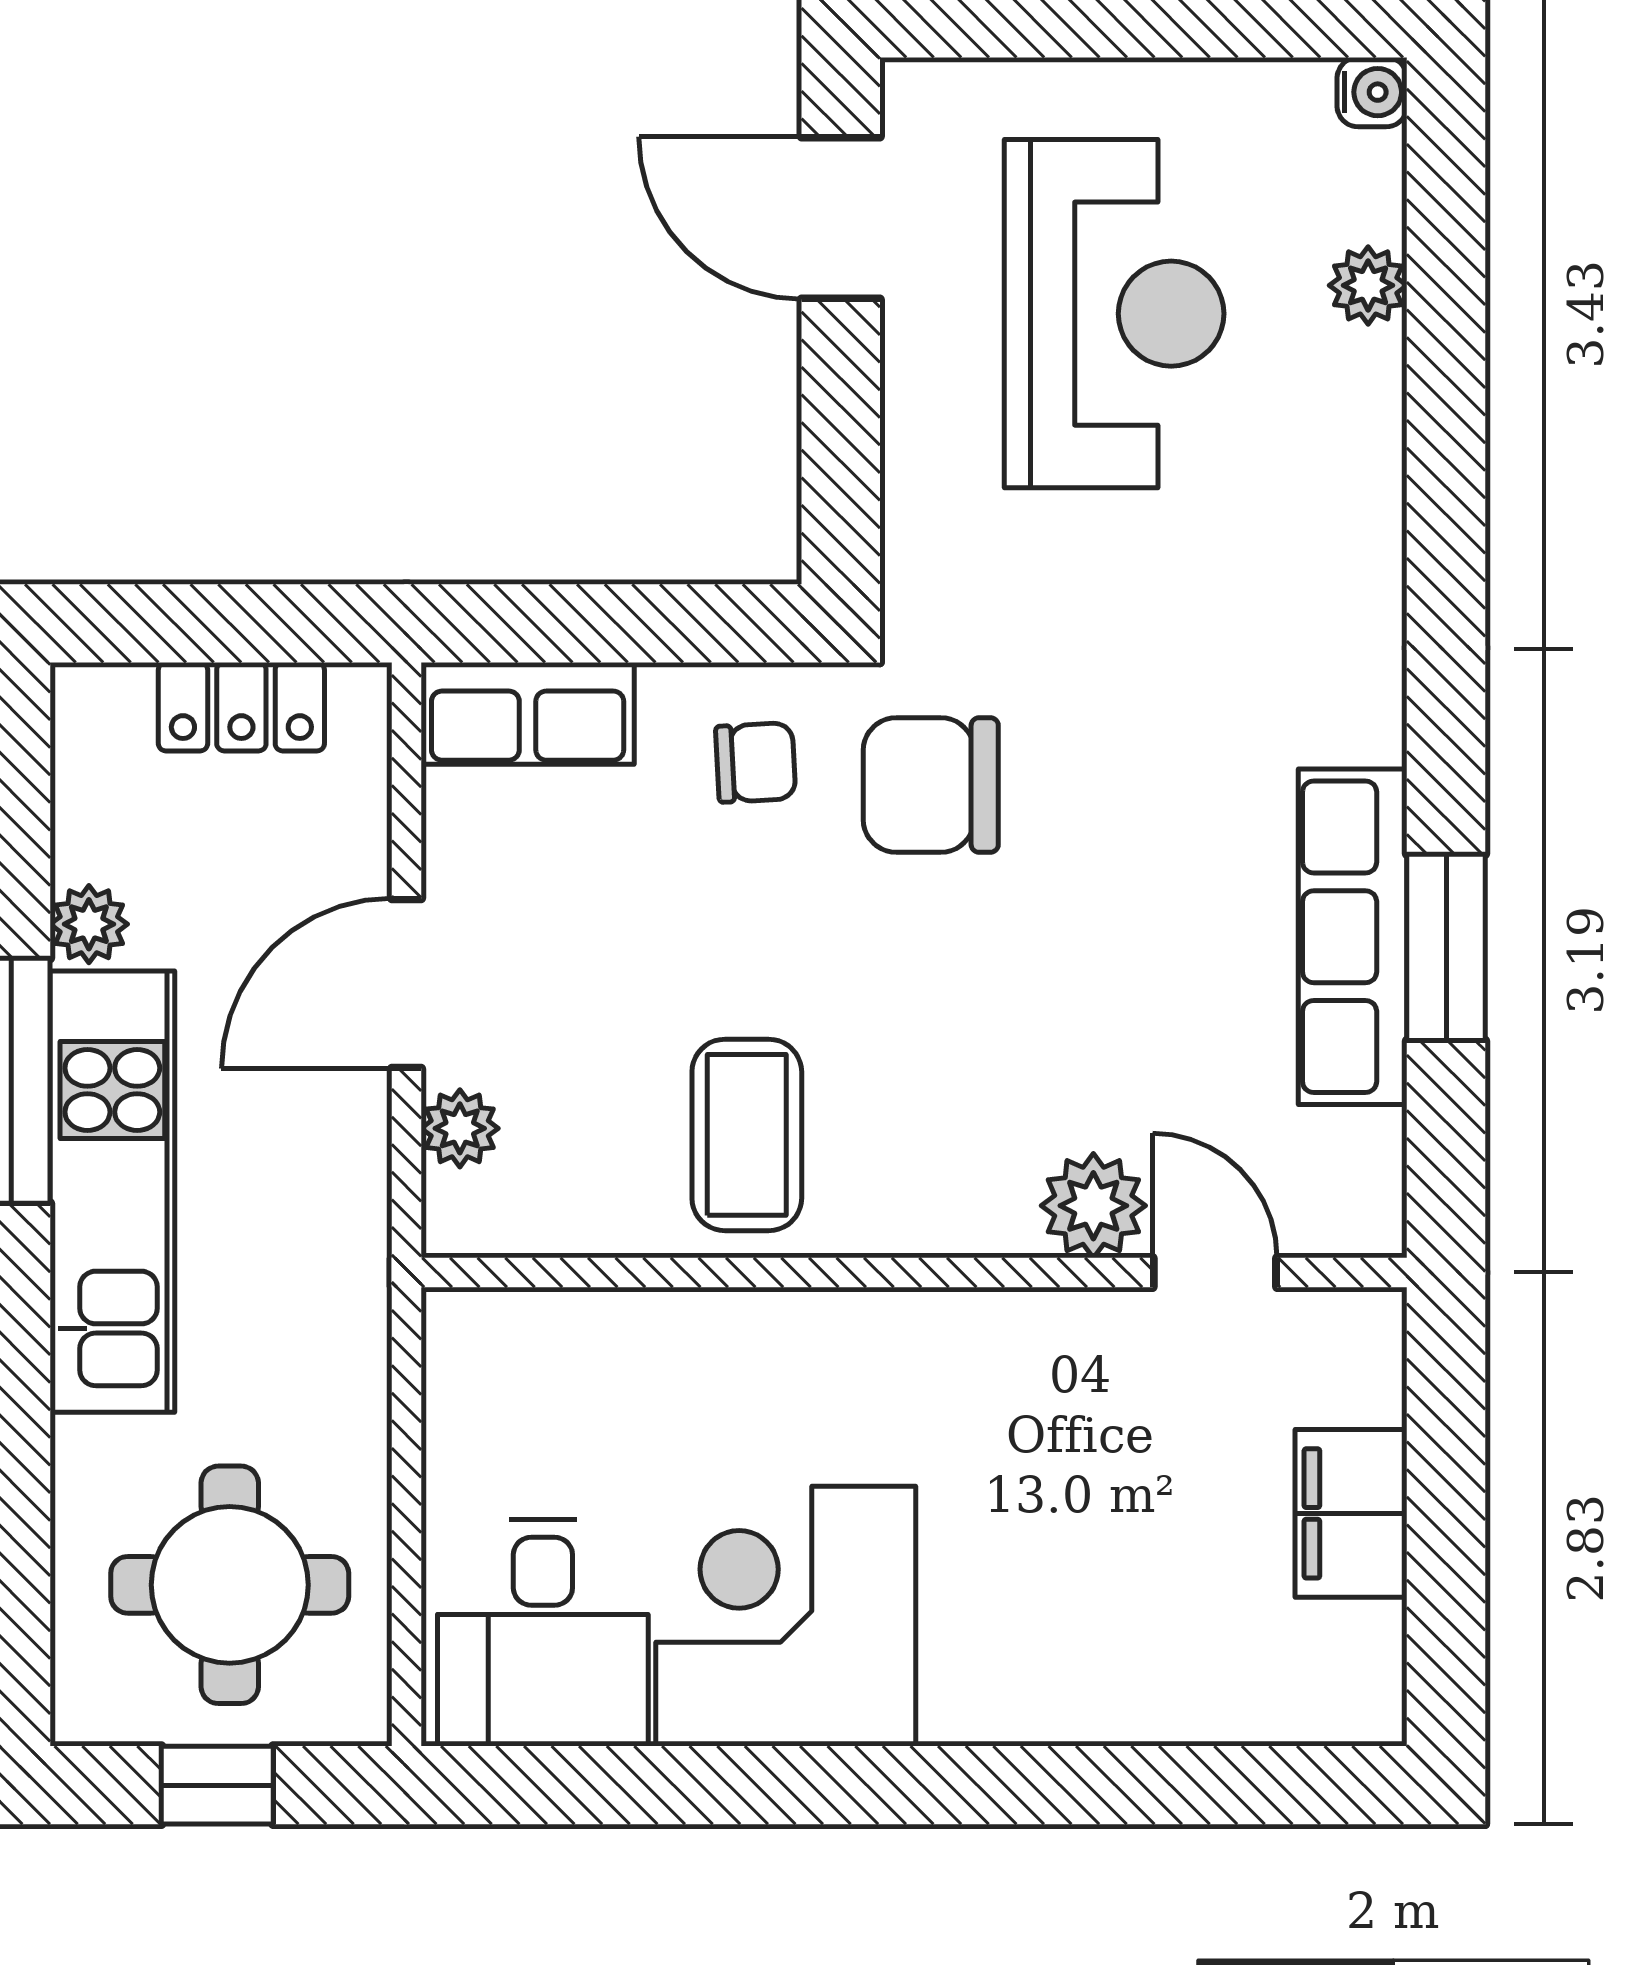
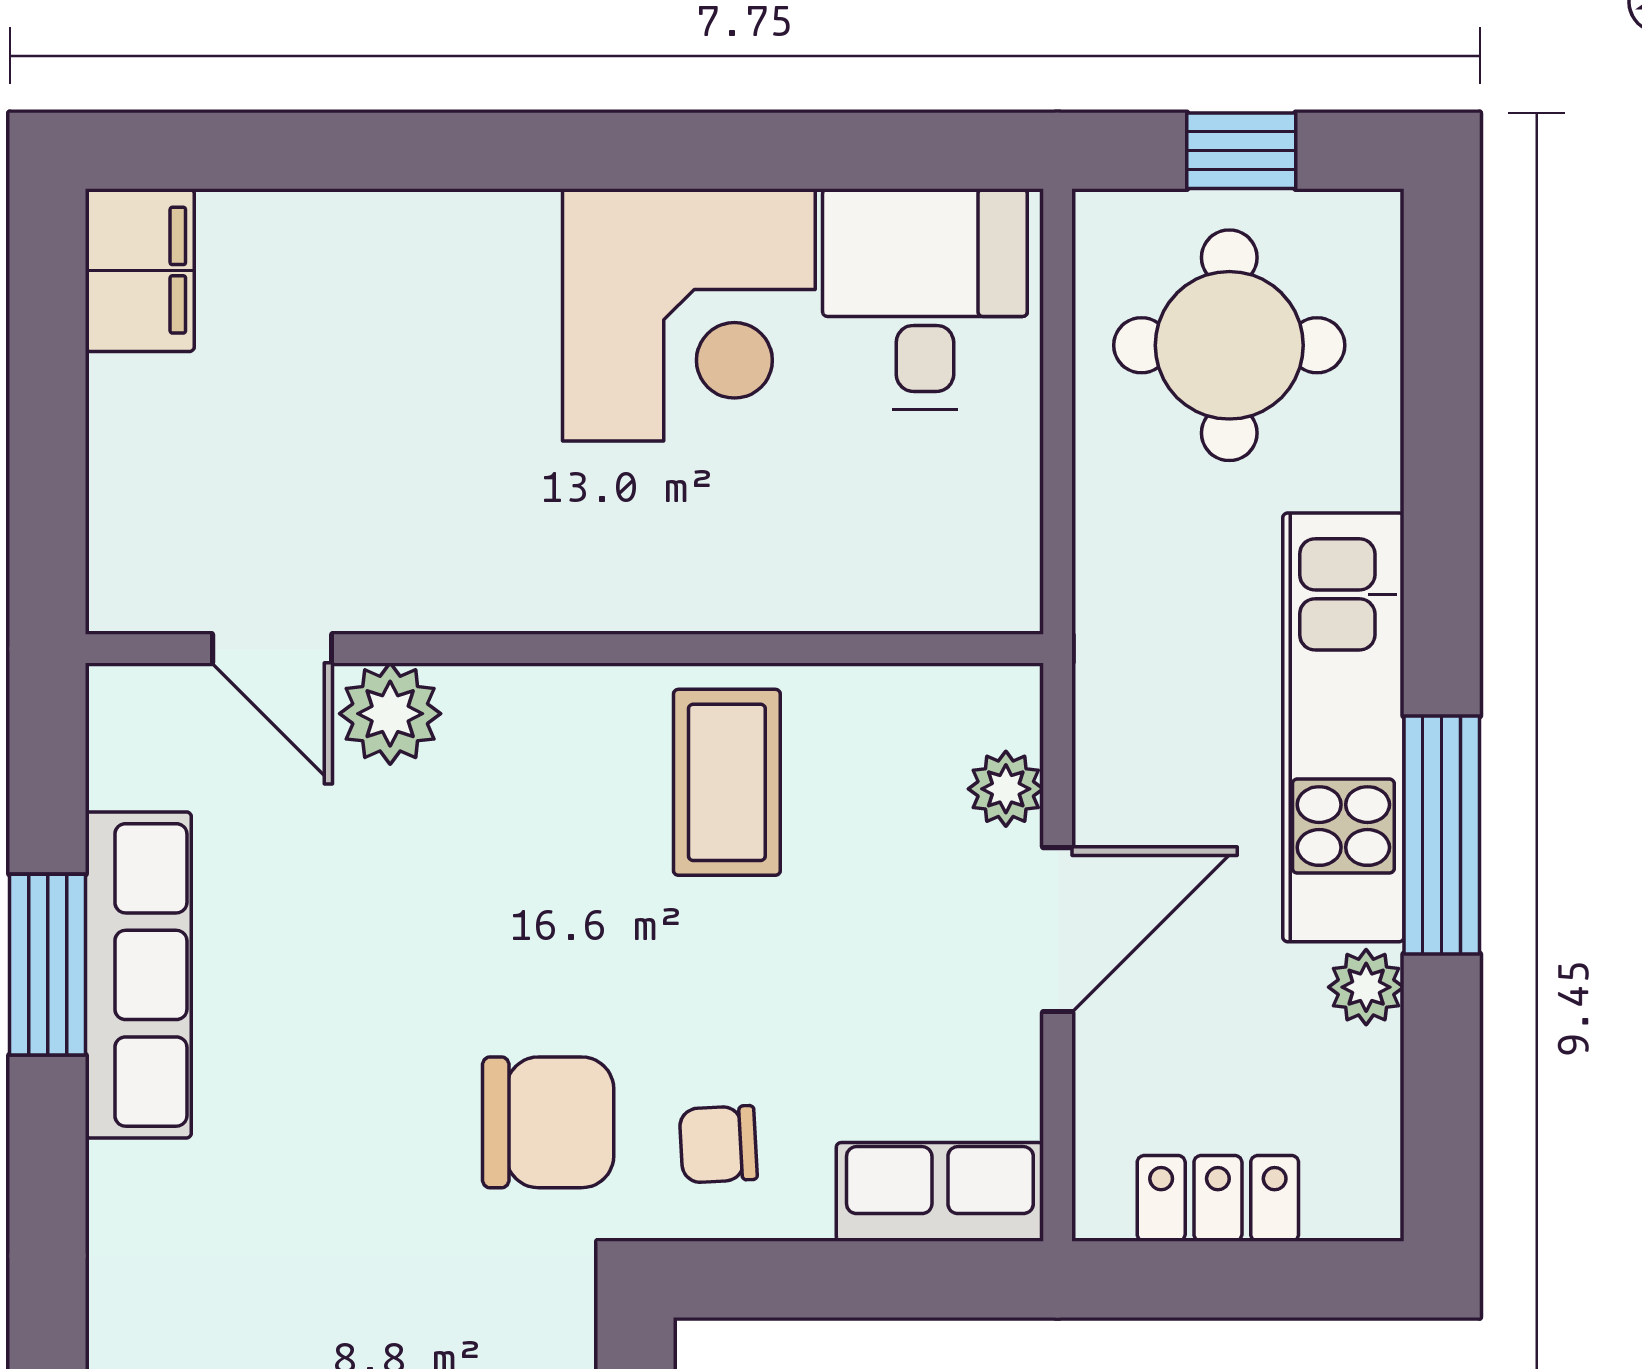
filing cabinet: (1351, 1513) -> (140, 270), moved

